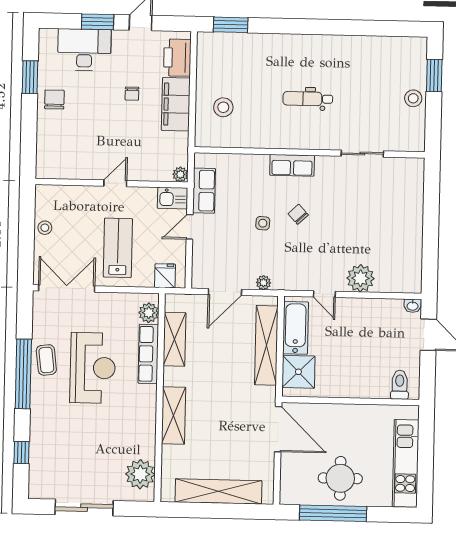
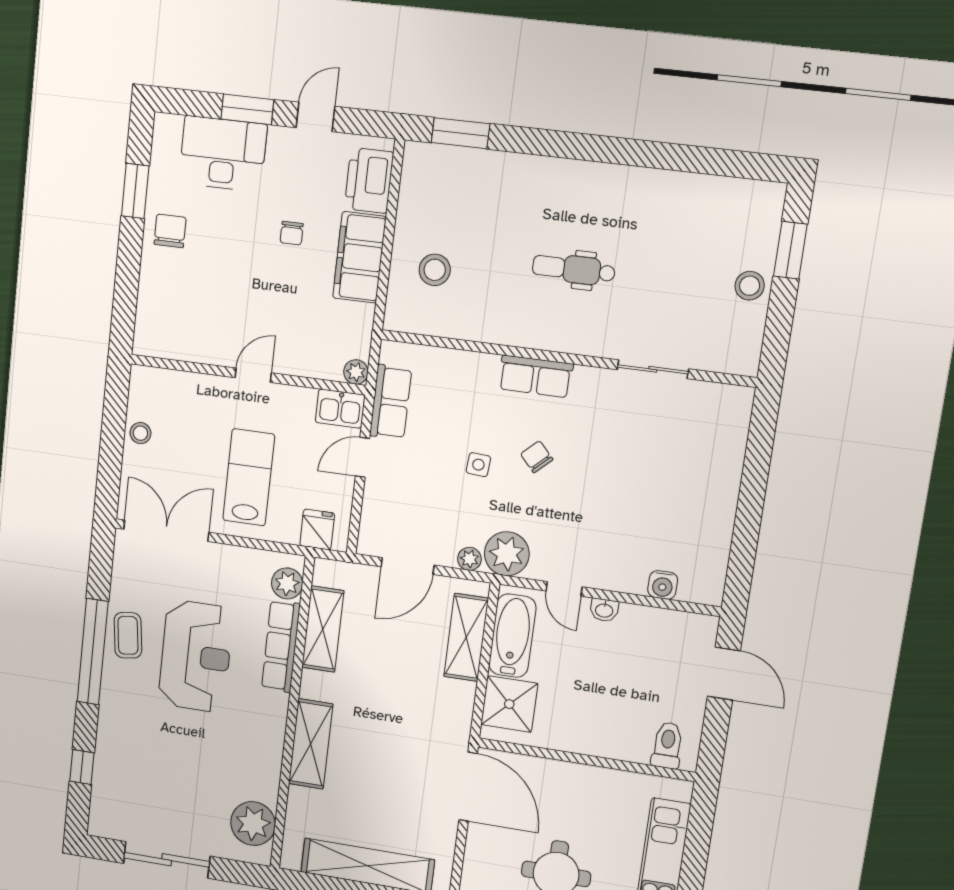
plant: (360, 278) -> (507, 554), moved
water cooler: (384, 284) -> (663, 585), added
washbasin: (413, 306) -> (604, 610), moved
shelving: (266, 345) -> (466, 637), width x0.68

